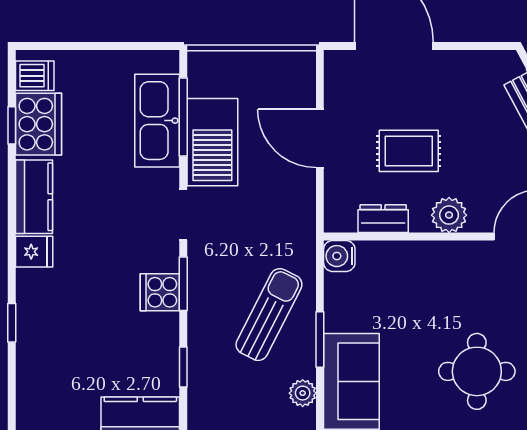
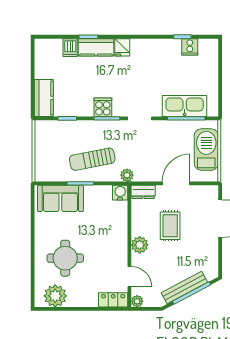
dishwasher: (35, 76) -> (70, 48), moved
cooker: (39, 124) -> (190, 47), width x0.53, depth x0.76
barbecue: (212, 142) -> (206, 150), moved, turned 90
kitchen counter: (34, 197) -> (96, 47), moved
dresser: (383, 219) -> (143, 192), moved, turned 90
sun lounger: (269, 315) -> (92, 159), turned 142
plant: (303, 393) -> (127, 175), moved

